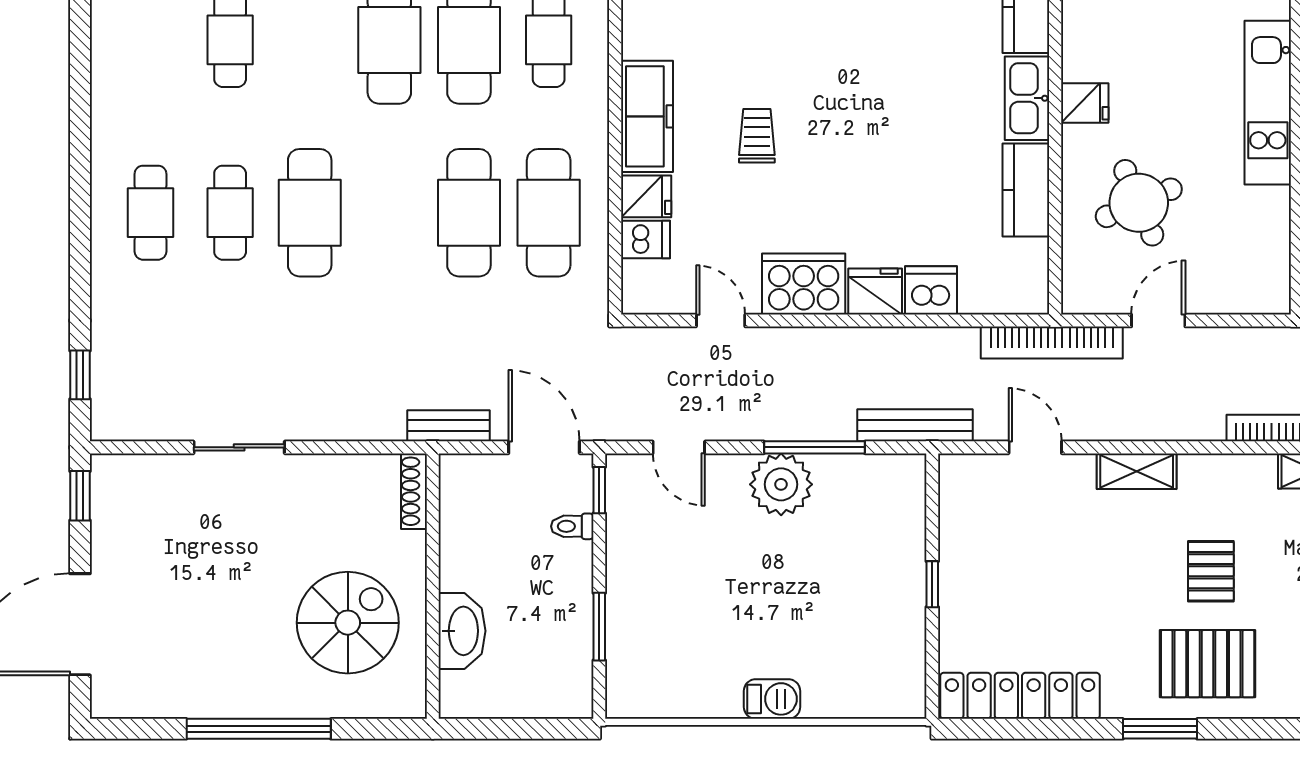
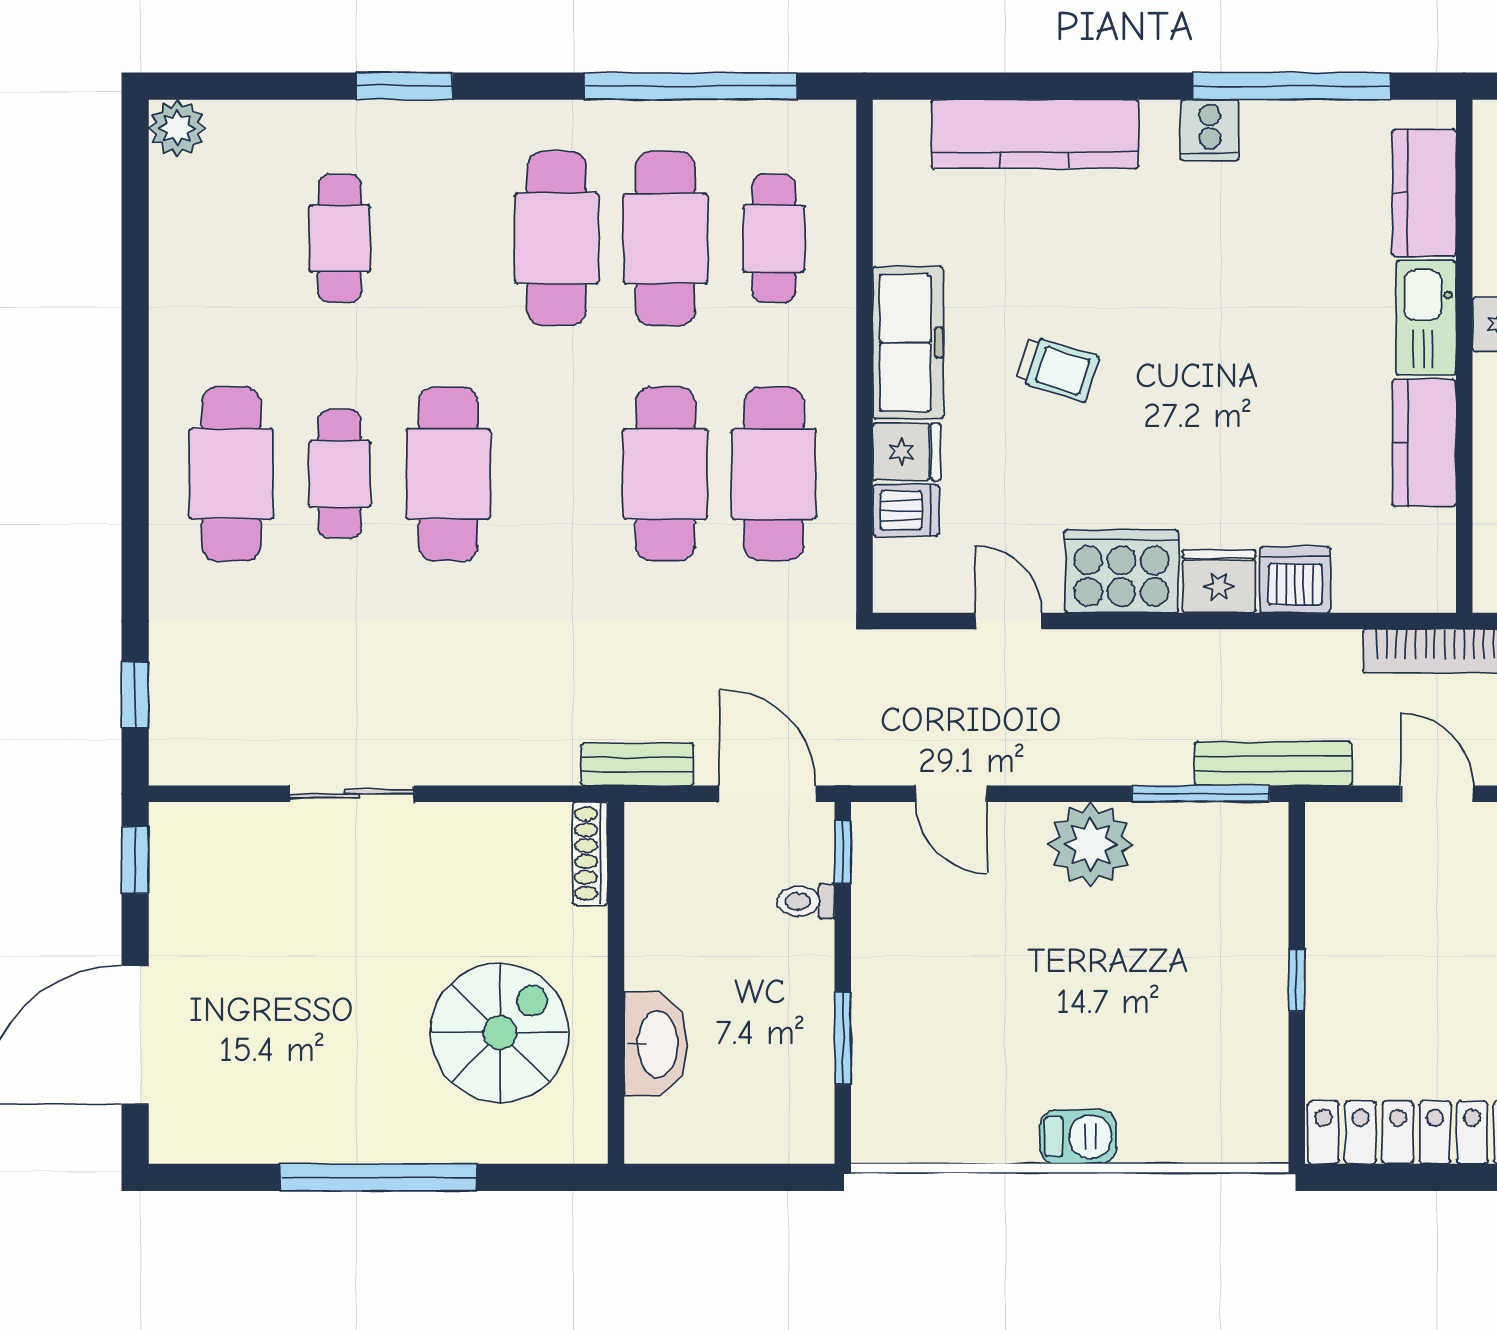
trolley: (757, 136) -> (1058, 369), turned 108
cafe table: (150, 213) -> (231, 474), width x1.37, depth x1.35
window: (814, 447) -> (1201, 794), moved

